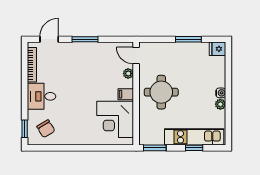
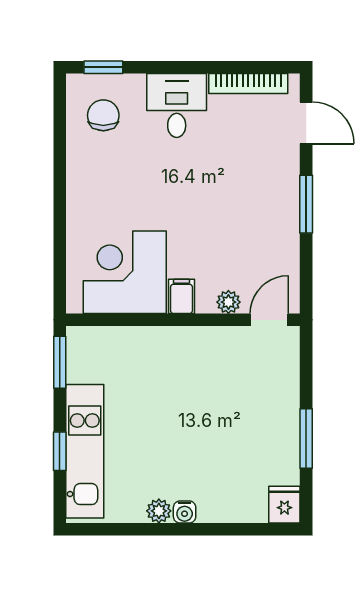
round table: (161, 92) -> (186, 377), removed
chair: (46, 129) -> (103, 115), turned 121

